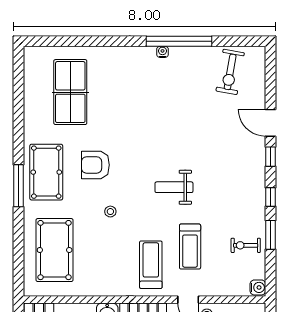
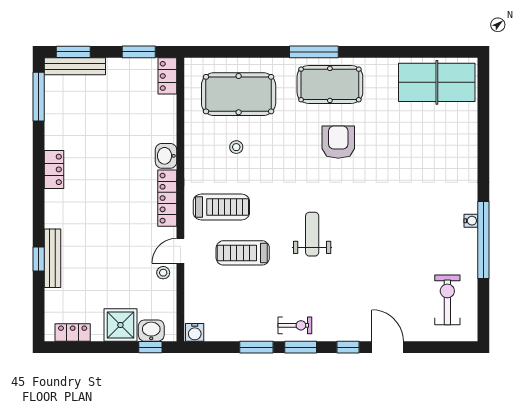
exercise bike: (230, 72) -> (447, 300), turned 80
table tennis table: (70, 92) -> (437, 82), moved
door: (270, 123) -> (388, 347), hinge flipped
window: (270, 197) -> (301, 347), width x1.50
stool: (110, 212) -> (236, 147), moved
exercise bike: (246, 245) -> (295, 325), moved, turned 90

